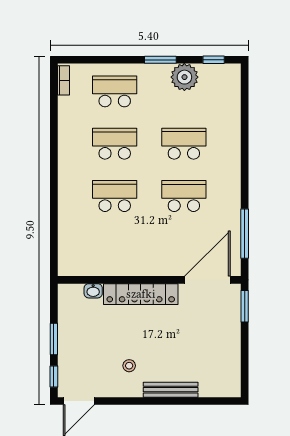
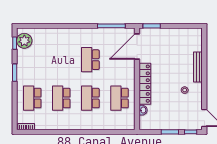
plant: (184, 77) -> (24, 41), moved
school desk: (184, 144) -> (119, 98), moved
door: (207, 280) -> (137, 47), hinge flipped

